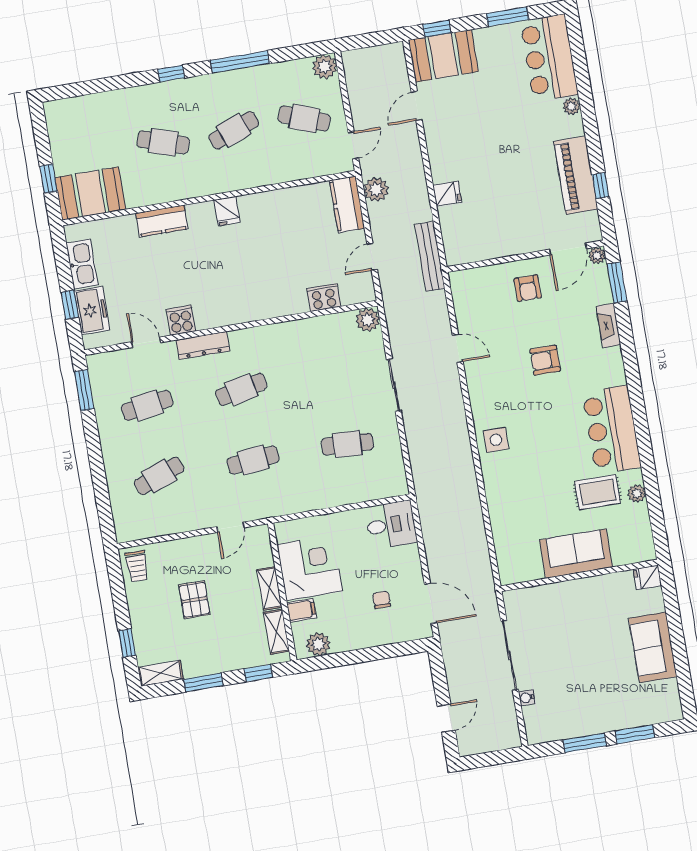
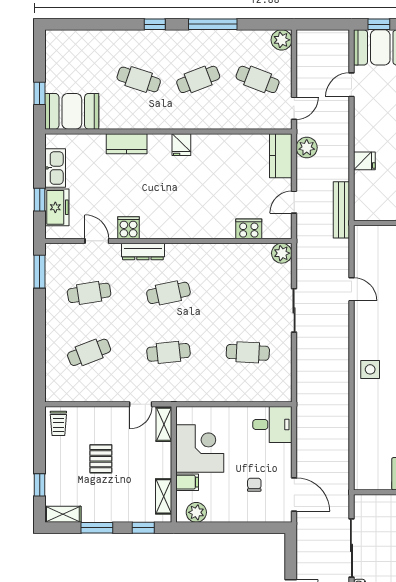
shelving: (269, 588) -> (164, 424), moved

